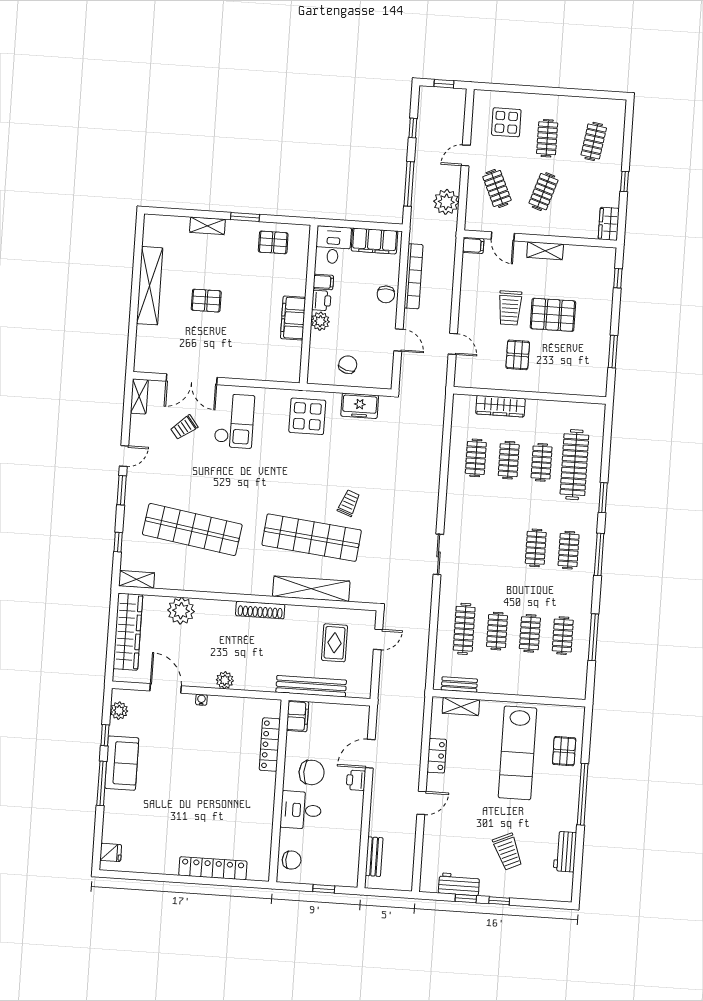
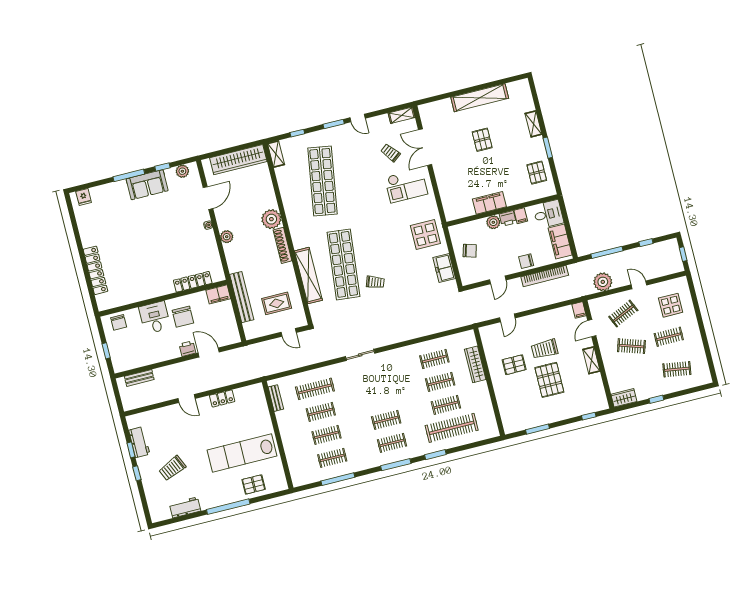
plant: (181, 611) -> (271, 219), moved
shelving: (461, 706) -> (261, 404), removed

